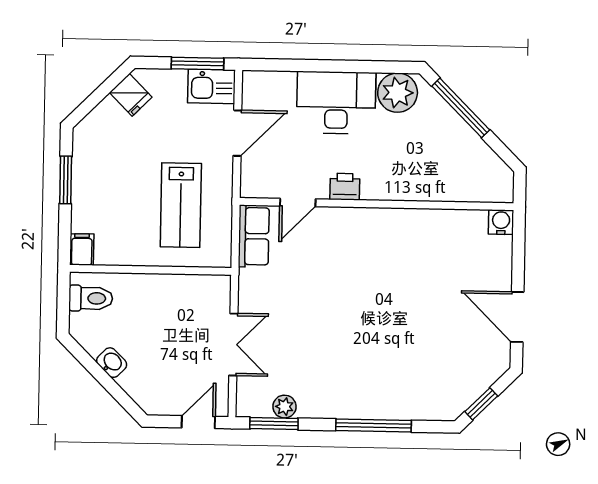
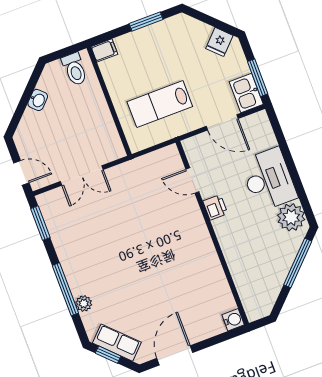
row of seats: (254, 236) -> (117, 343), moved, turned -135
plant: (284, 407) -> (84, 303), moved

